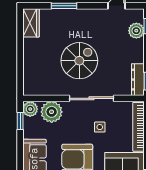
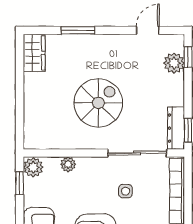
sliding door: (92, 98) -> (137, 153), moved
plant: (52, 112) -> (68, 164), width x0.53, depth x0.53

